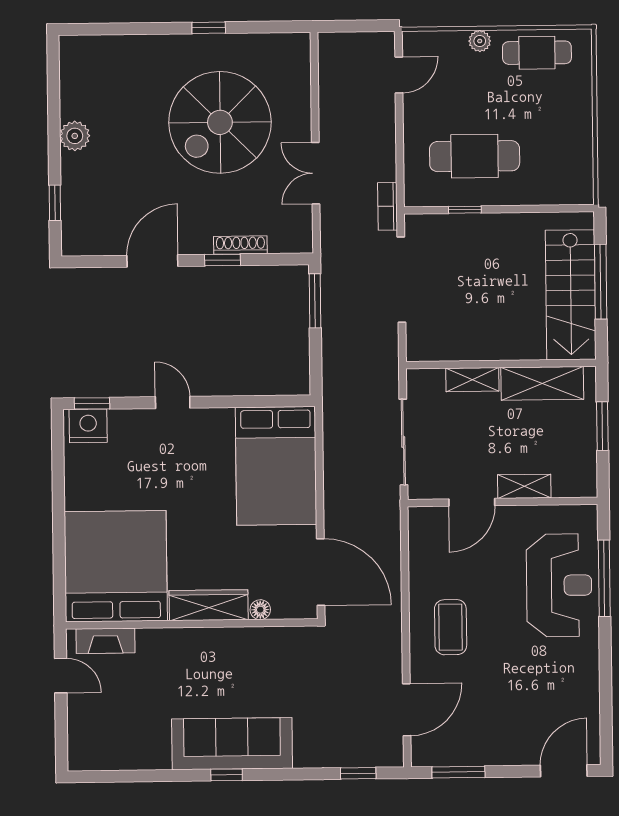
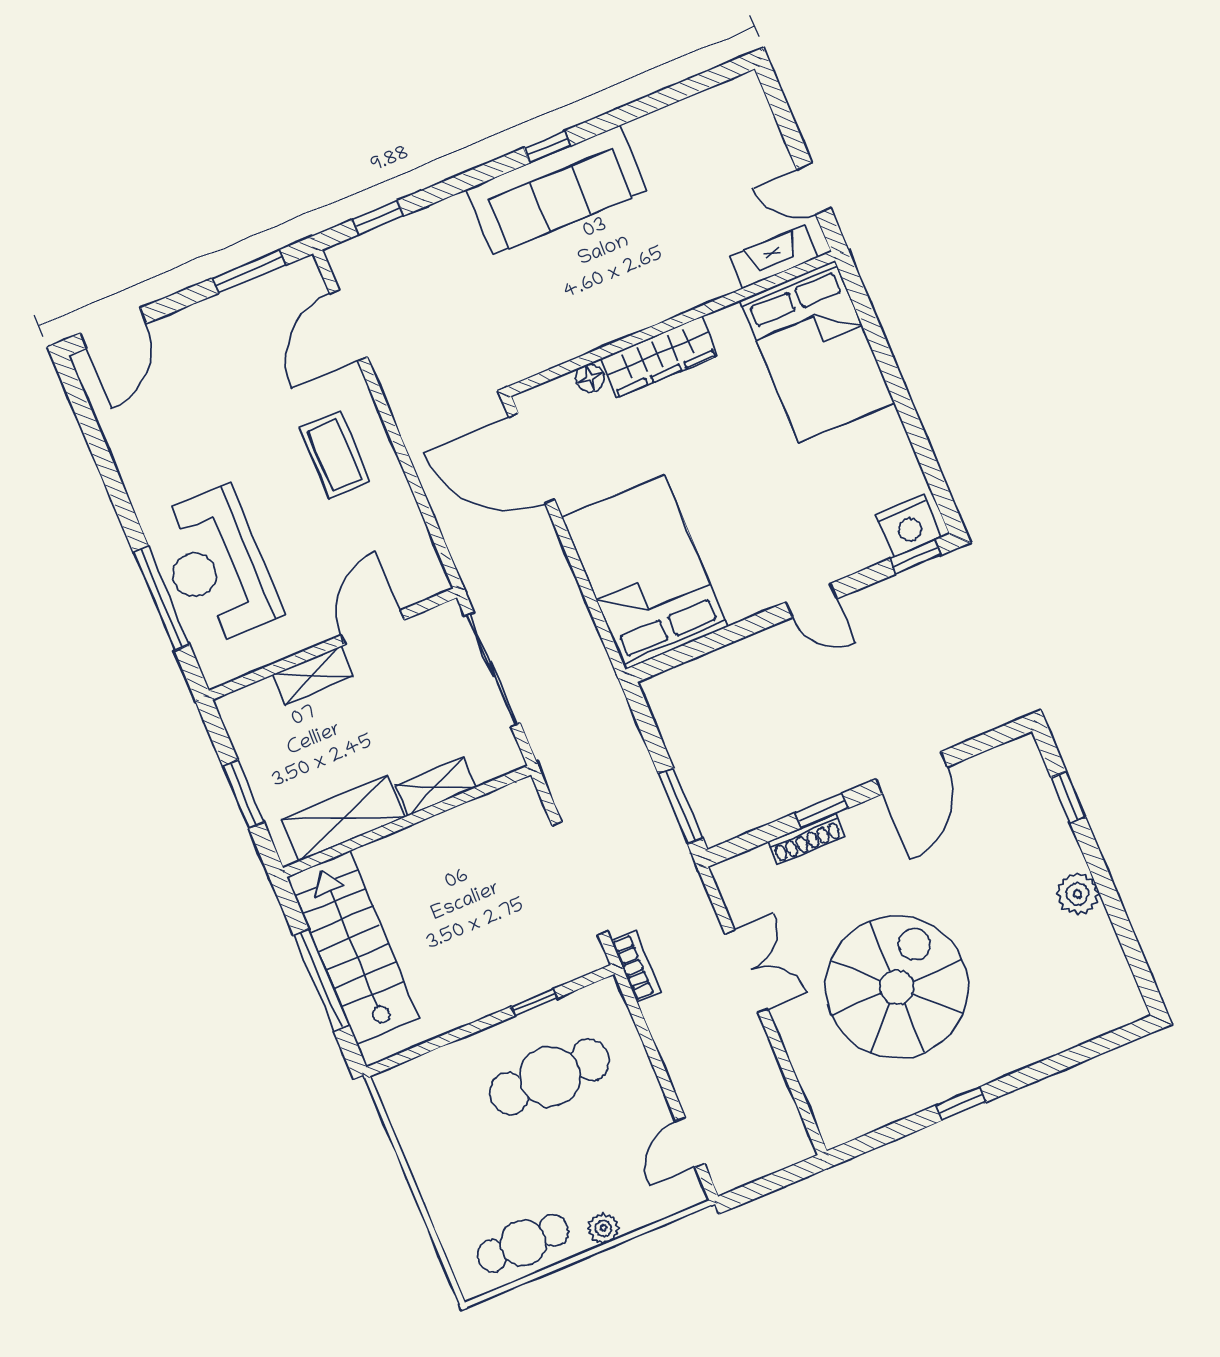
bed: (116, 566) -> (817, 352), width x0.73

